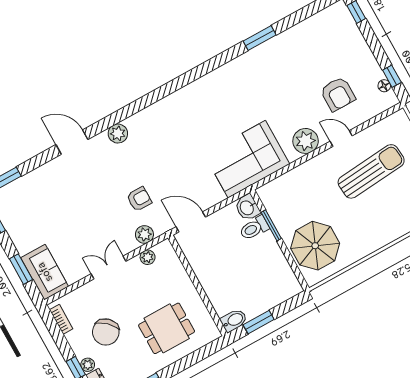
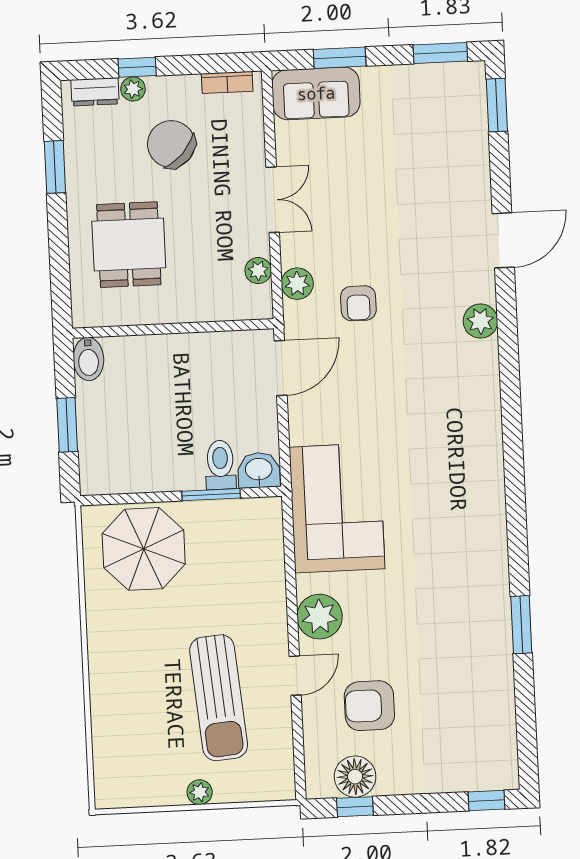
floor lamp: (384, 86) -> (355, 777), width x1.89, depth x1.89
window: (259, 322) -> (67, 425), moved

